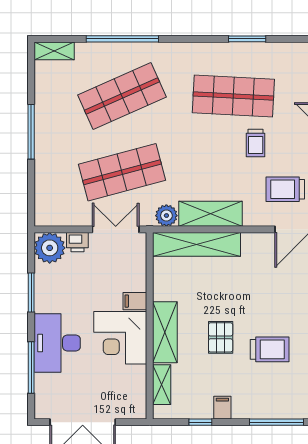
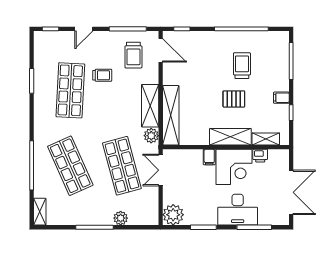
plant: (45, 170) -> (121, 218), added
printer: (77, 242) -> (260, 156), moved, turned 90

